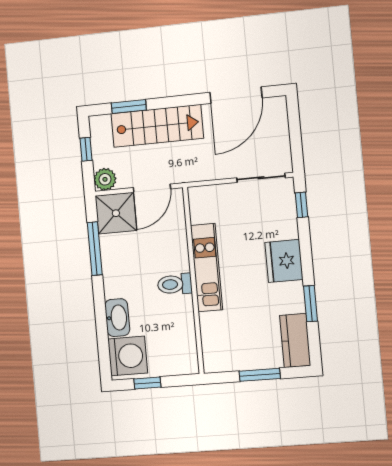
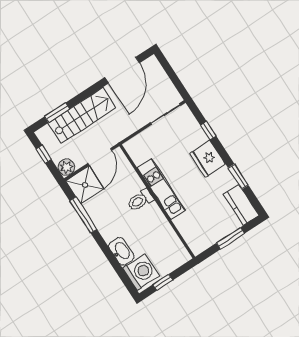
window: (302, 205) -> (208, 131), moved
toilet: (175, 284) -> (140, 200), moved

